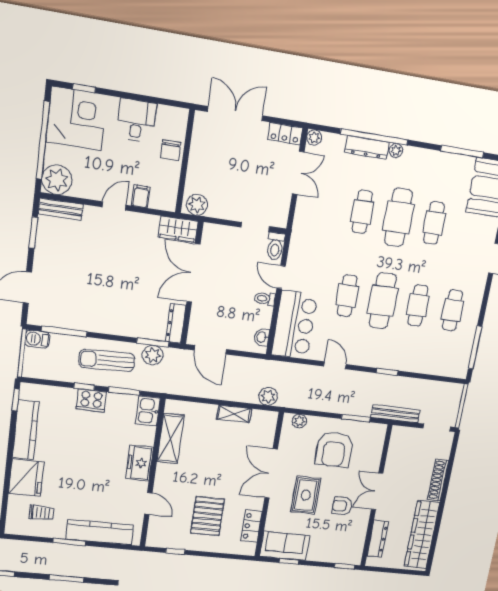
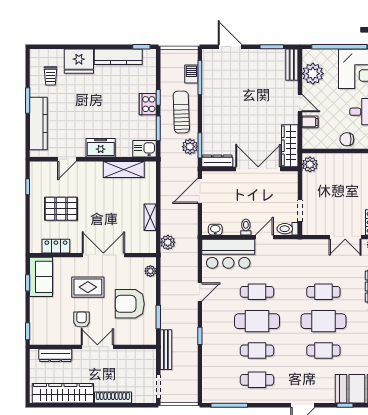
plant: (57, 180) -> (313, 74), moved
wardrobe: (178, 229) -> (290, 146), width x1.50
barbecue: (37, 339) -> (191, 74), moved

